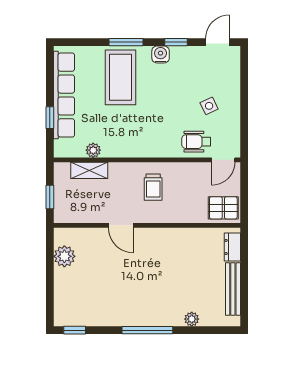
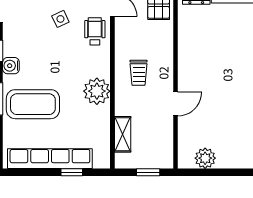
wheelchair: (196, 142) -> (95, 31), turned 180
plant: (93, 150) -> (97, 91), moved, width x1.87, depth x1.87
trolley: (153, 187) -> (139, 73), turned 90

